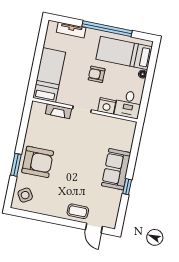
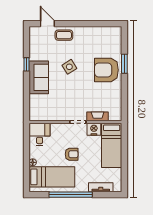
nightstand: (107, 106) -> (94, 129), moved
side table: (25, 195) -> (69, 67), moved

